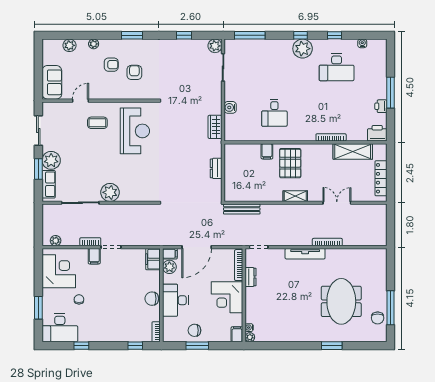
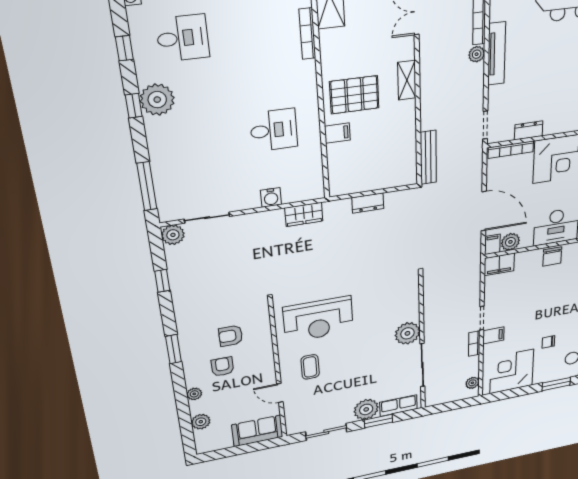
desk: (337, 67) -> (183, 38), width x0.73
reception desk: (135, 131) -> (318, 319), turned 180
plant: (306, 241) -> (477, 54), added

